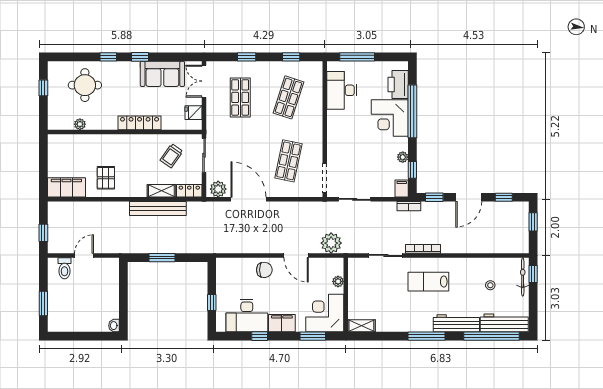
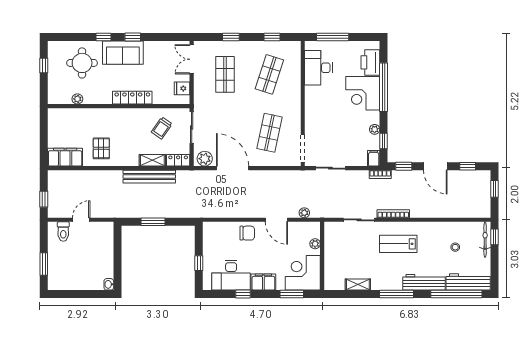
sofa: (162, 74) -> (123, 53), moved
door: (469, 197) -> (435, 166), hinge flipped
plant: (331, 243) -> (304, 213), width x0.53, depth x0.53
shelving: (361, 326) -> (358, 285), moved

